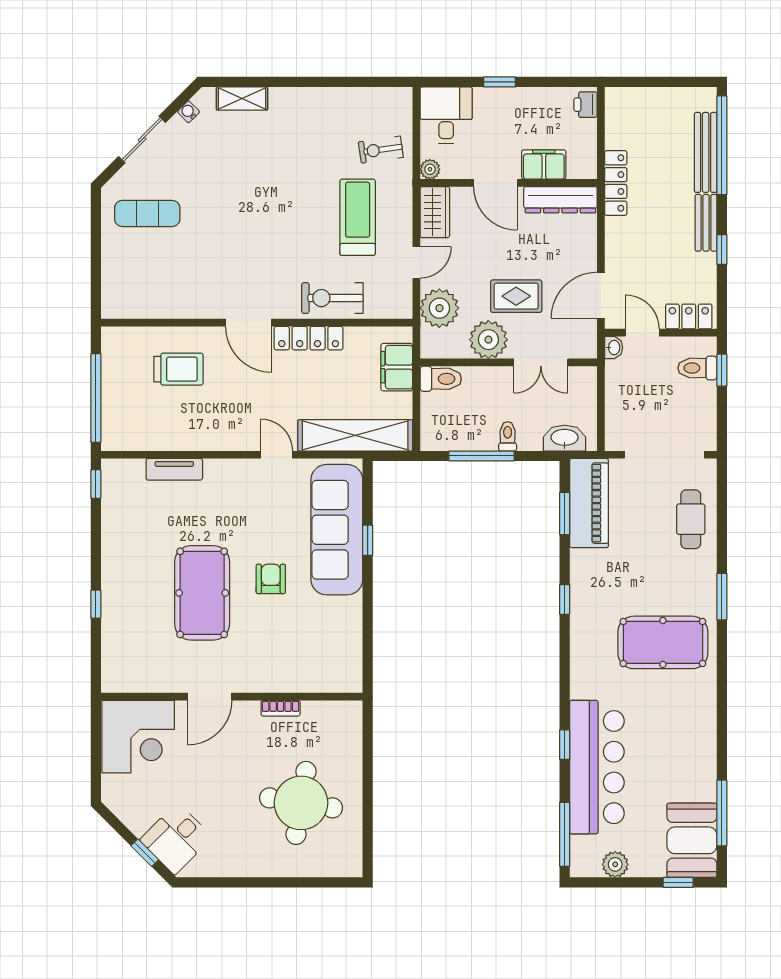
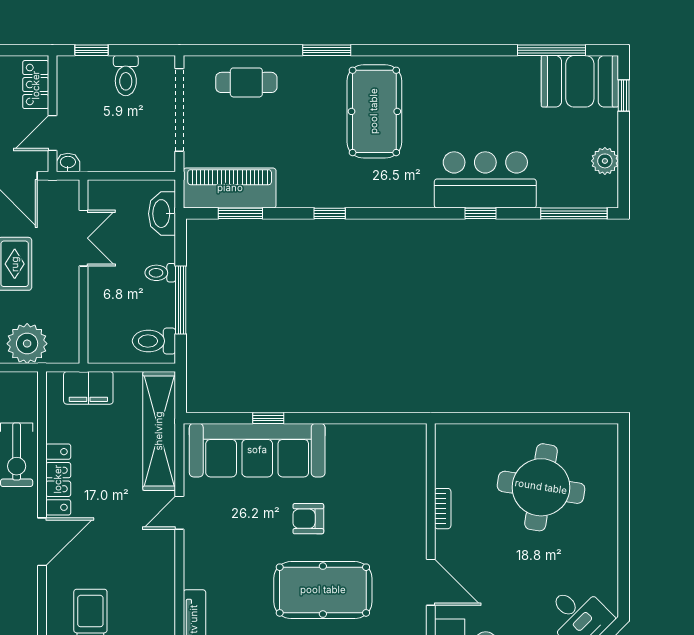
plant: (488, 340) -> (60, 293), removed
toilet: (697, 368) -> (126, 76), moved
toilet: (441, 379) -> (154, 341), moved, turned -90
bar counter: (597, 767) -> (485, 180), width x0.73

